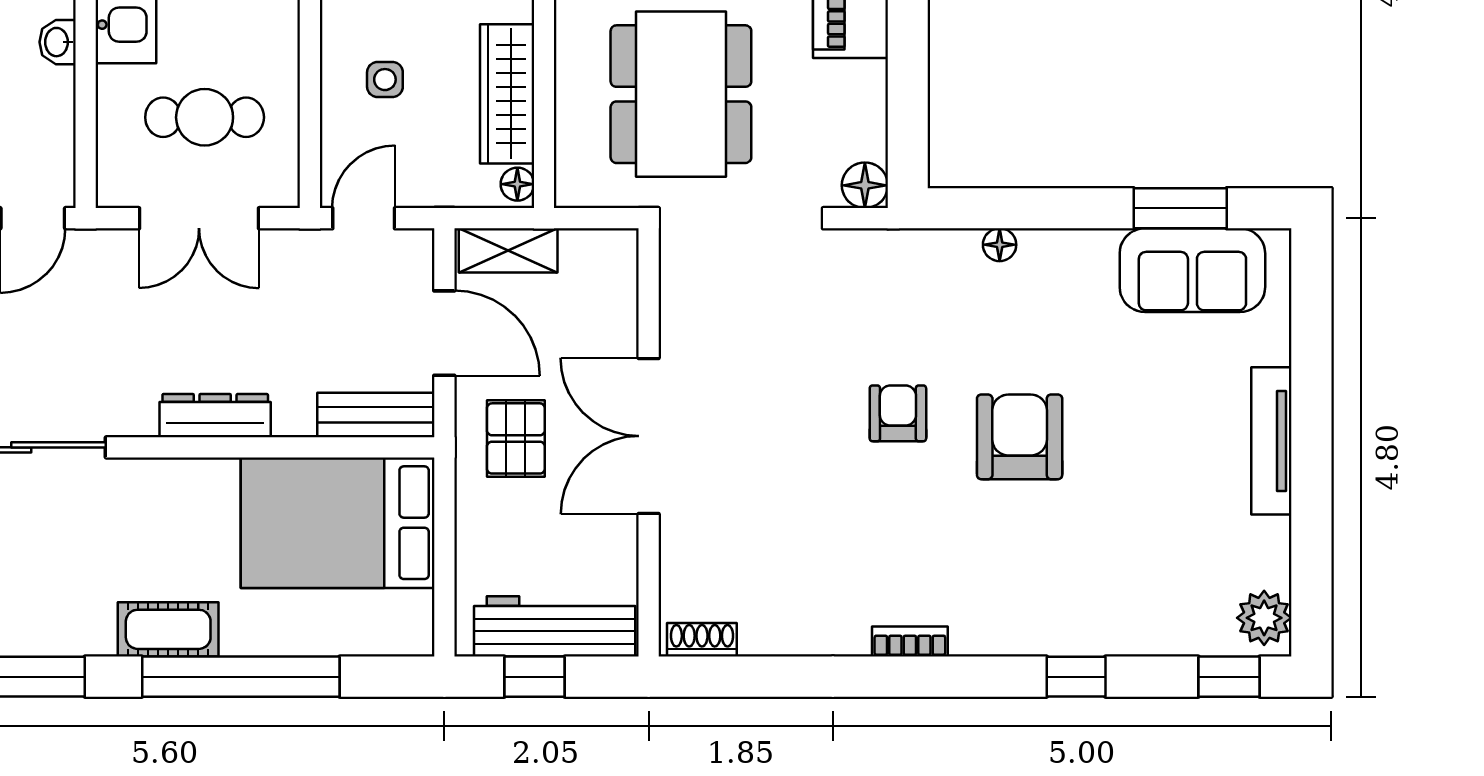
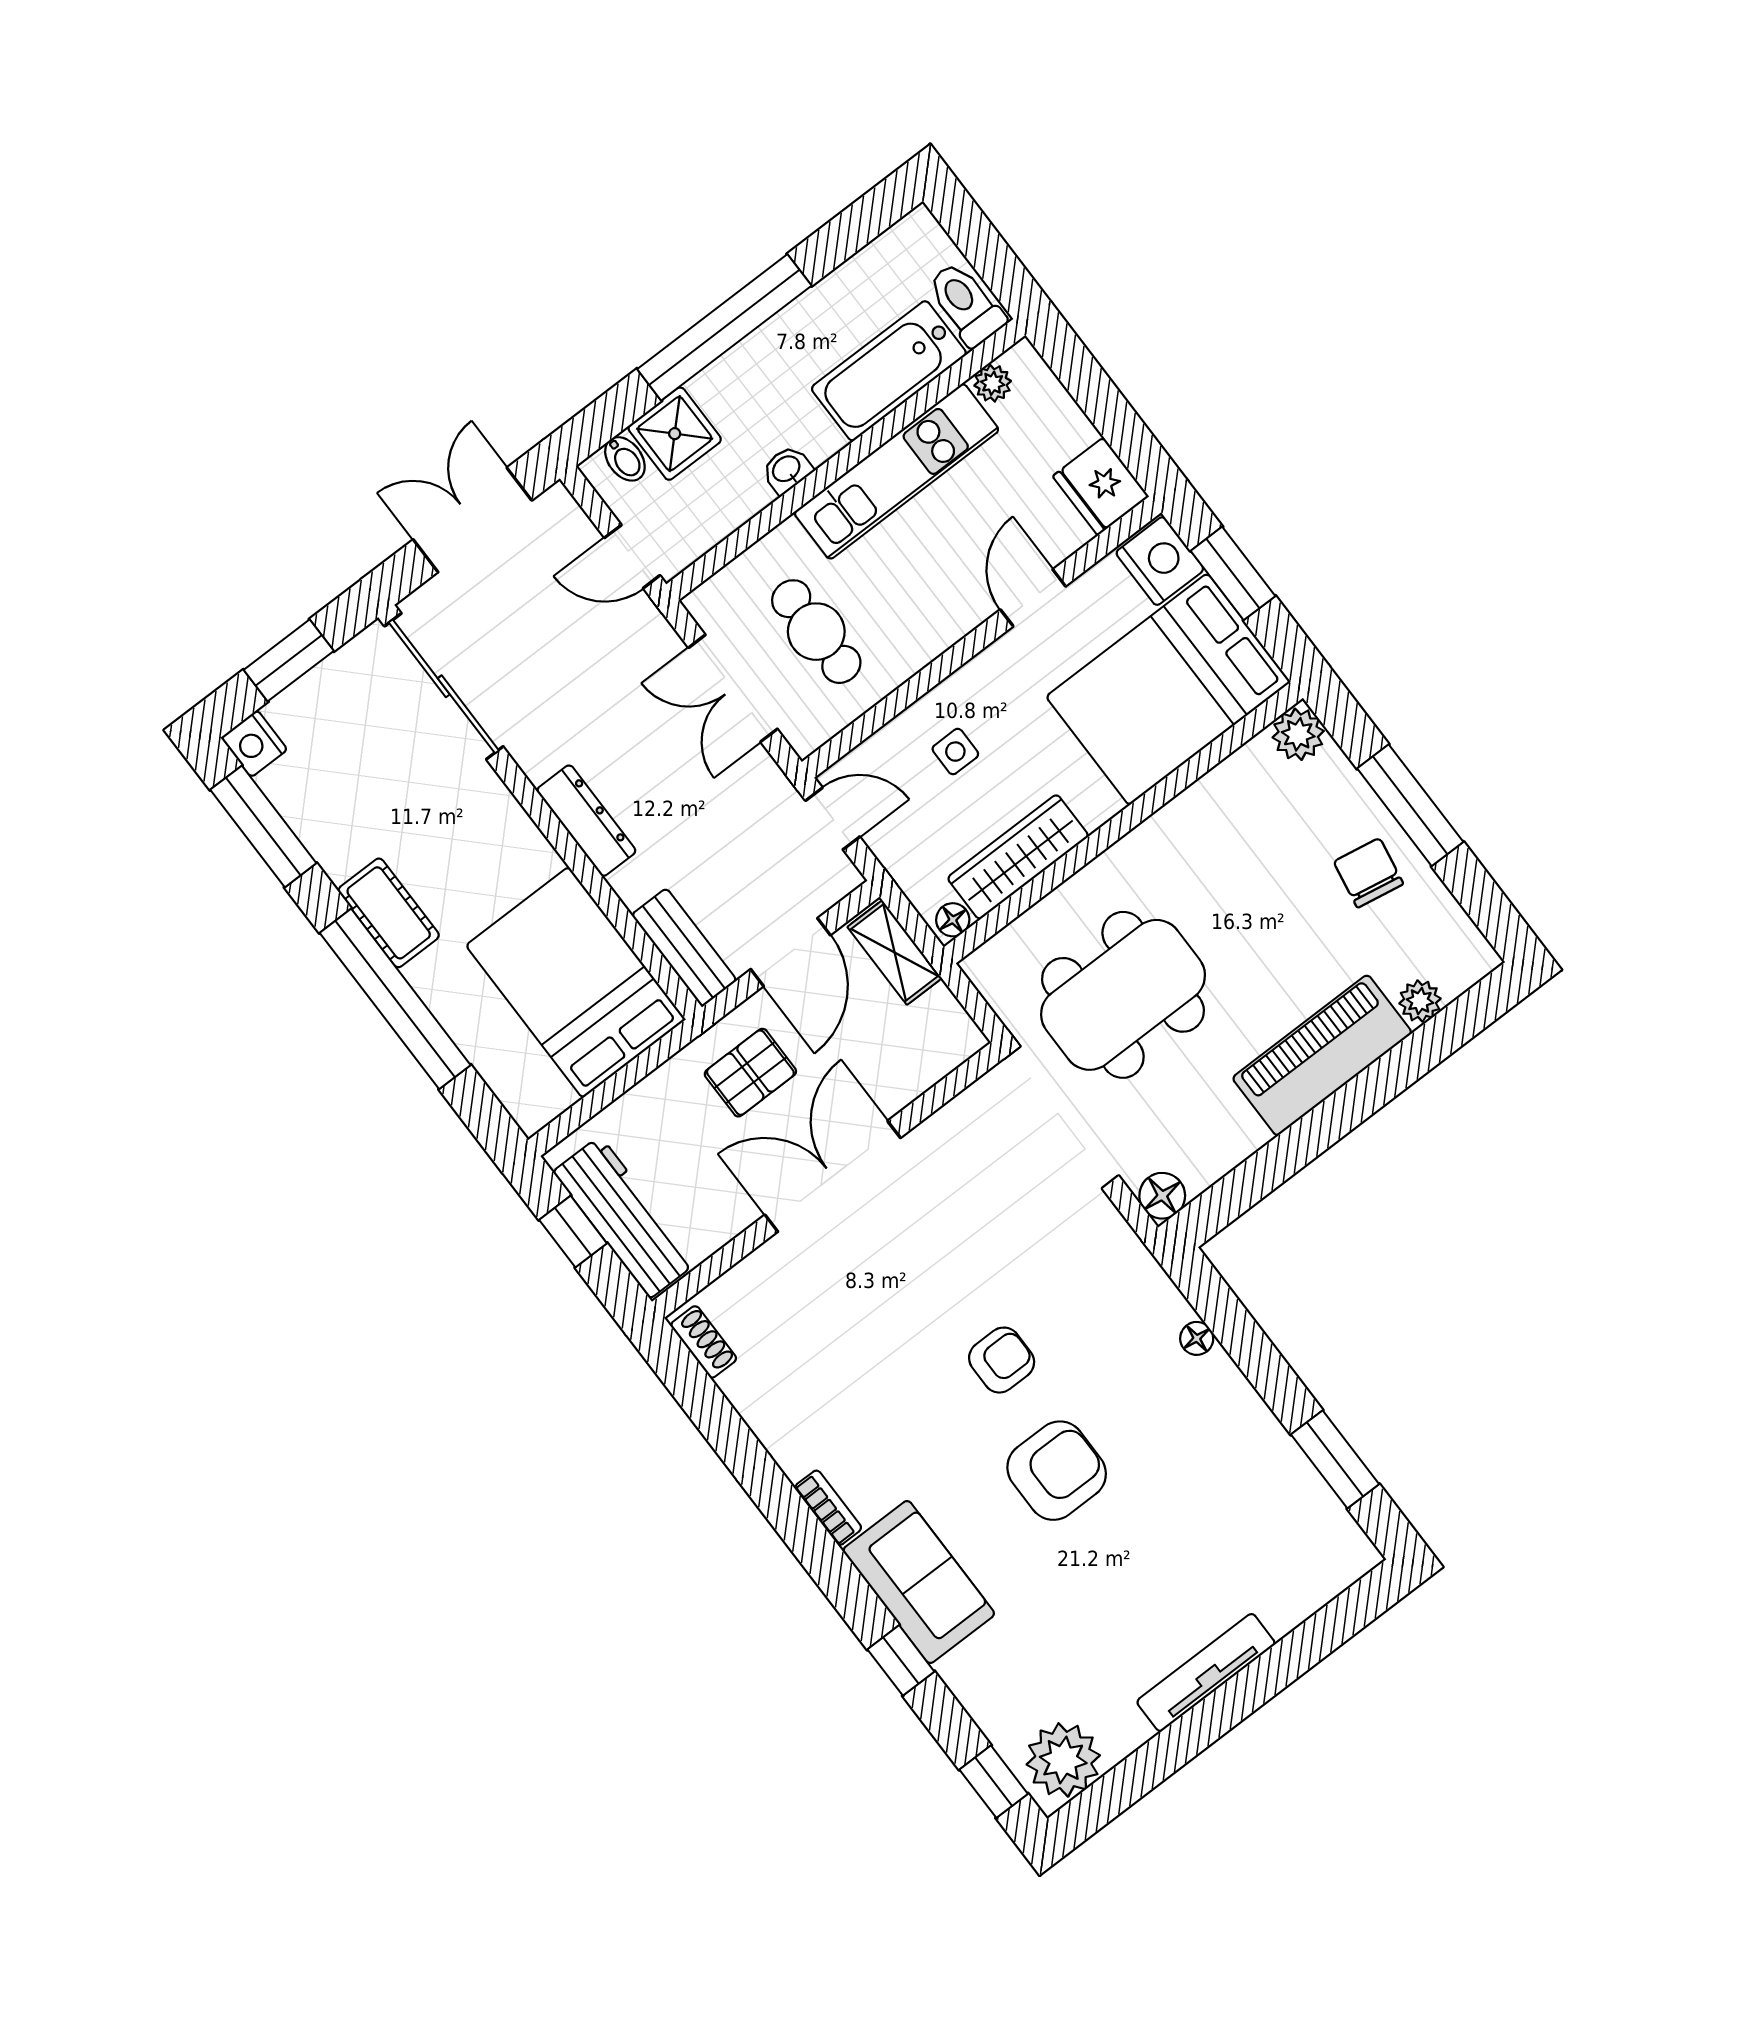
sofa: (1192, 270) -> (919, 1582), moved, turned 180
plant: (1264, 618) -> (1063, 1760), width x1.36, depth x1.36

